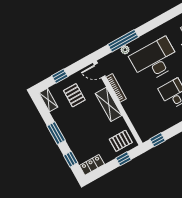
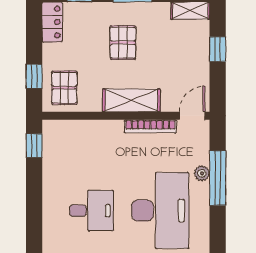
pallet: (74, 95) -> (123, 43), moved, turned 90

